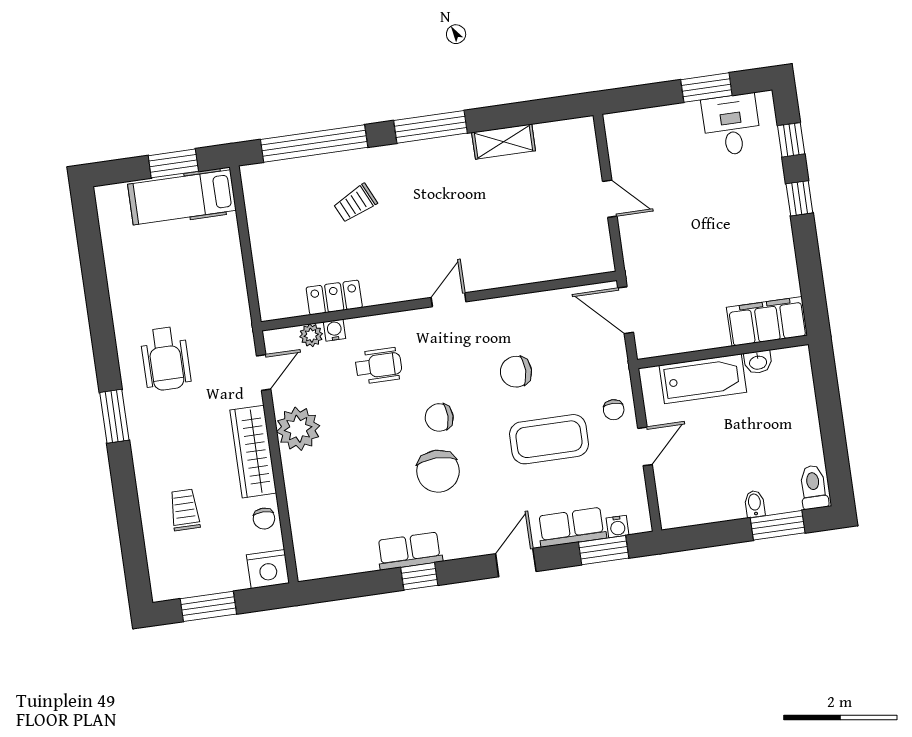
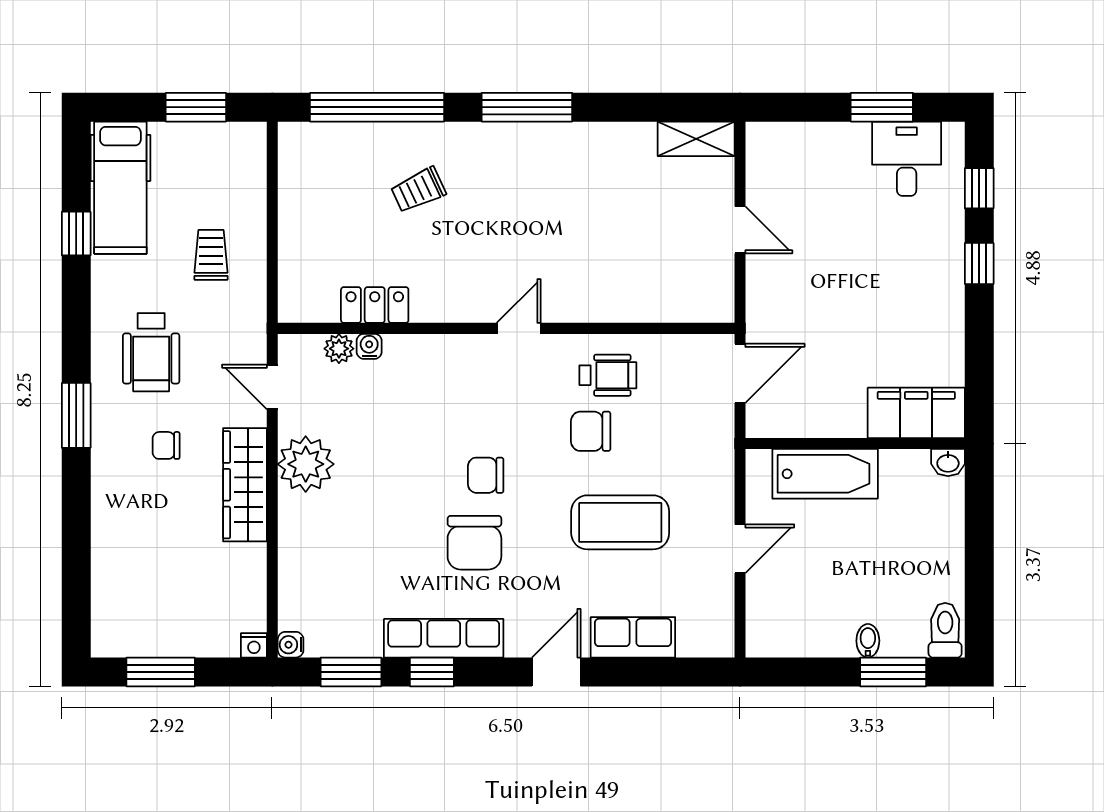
shelving: (504, 142) -> (696, 139), moved
hospital bed: (182, 197) -> (120, 188), moved, turned -90
window: (94, 275) -> (76, 234), added
door: (626, 310) -> (740, 373), swing flipped
washbasin: (758, 362) -> (948, 463), moved
wheelchair: (379, 366) -> (608, 375), moved
door: (264, 373) -> (272, 387), swing flipped
chair: (614, 410) -> (707, 497), removed
trolley: (185, 510) -> (211, 255), moved
chair: (264, 519) -> (166, 445), moved, turned 90
water cooler: (618, 526) -> (291, 645), moved, turned 90
window: (604, 550) -> (351, 672), moved
row of seats: (410, 551) -> (444, 638), width x1.48
nightstand: (268, 569) -> (254, 645), width x0.53, depth x0.56

